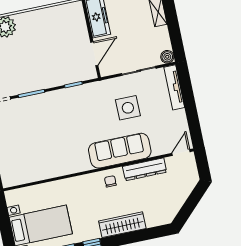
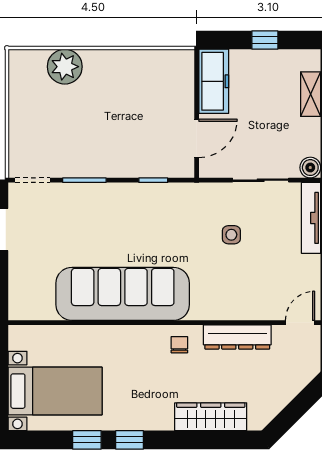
side table: (128, 108) -> (231, 235), width x0.54, depth x0.54
sofa: (120, 151) -> (123, 294), moved, width x1.36, depth x1.27
wardrobe: (122, 225) -> (211, 417), moved

